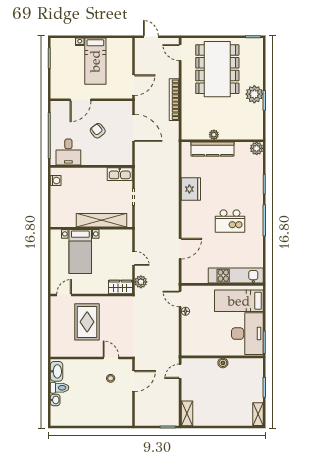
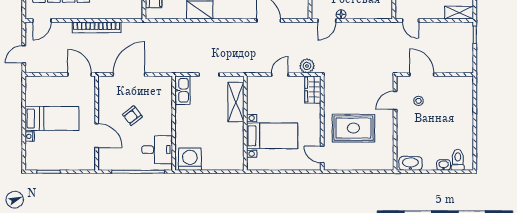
washing machine: (56, 180) -> (190, 159), width x1.89, depth x1.89
shelving: (101, 220) -> (236, 102), width x0.68
toilet: (60, 388) -> (458, 160), moved

